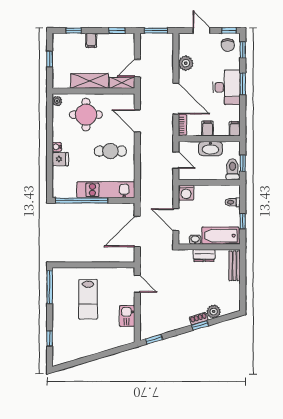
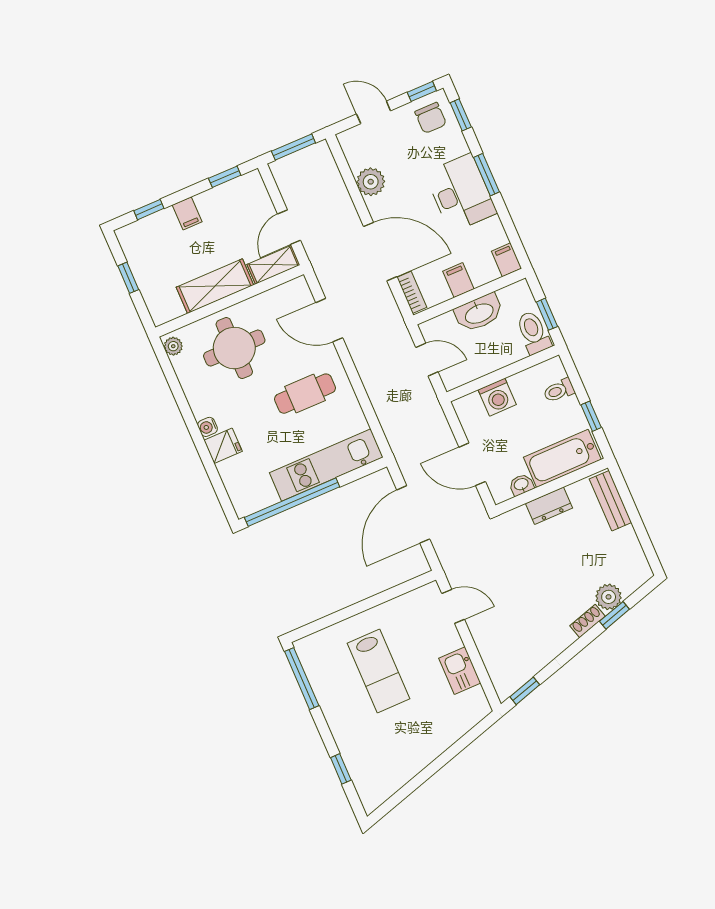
washing machine: (186, 193) -> (497, 397), moved
window: (200, 325) -> (614, 615), moved

